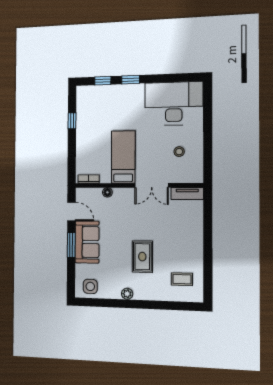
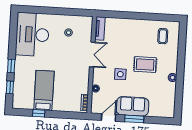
bed: (123, 157) -> (44, 90), moved, turned 90
side table: (90, 286) -> (120, 74), moved

